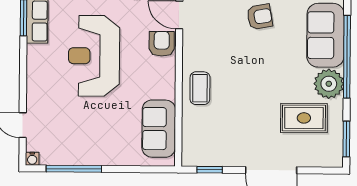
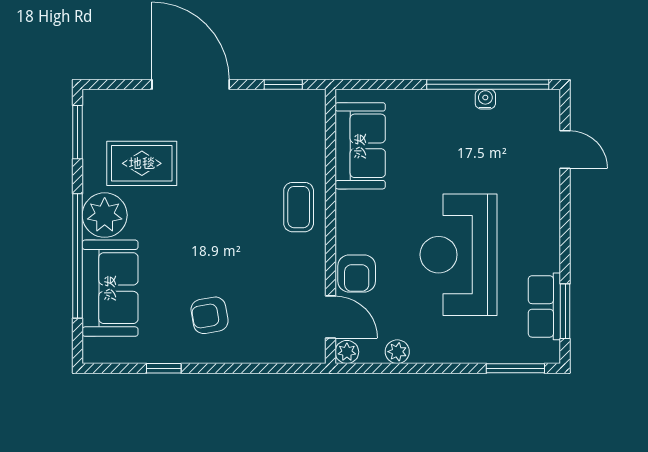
reception desk: (94, 56) -> (458, 255), turned 180
water cooler: (32, 159) -> (485, 99), moved
window: (74, 169) -> (488, 84), width x1.46

